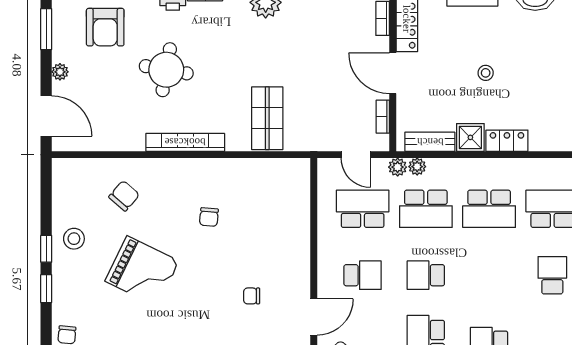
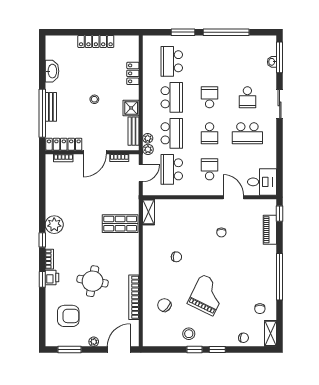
locker: (507, 141) -> (133, 73), moved
bookcase: (185, 142) -> (134, 297), moved
shelving: (288, 168) -> (149, 212), added
school desk: (552, 275) -> (210, 97), moved, turned 90

